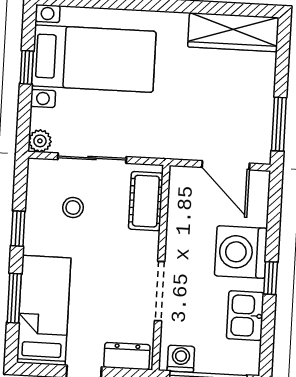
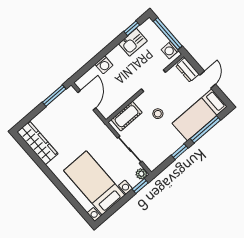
window: (27, 67) -> (140, 186), moved
stool: (73, 208) -> (158, 114), moved
washing machine: (241, 252) -> (104, 65), width x0.53, depth x0.53
window: (271, 278) -> (132, 28), moved
window: (14, 298) -> (205, 129), width x1.44

